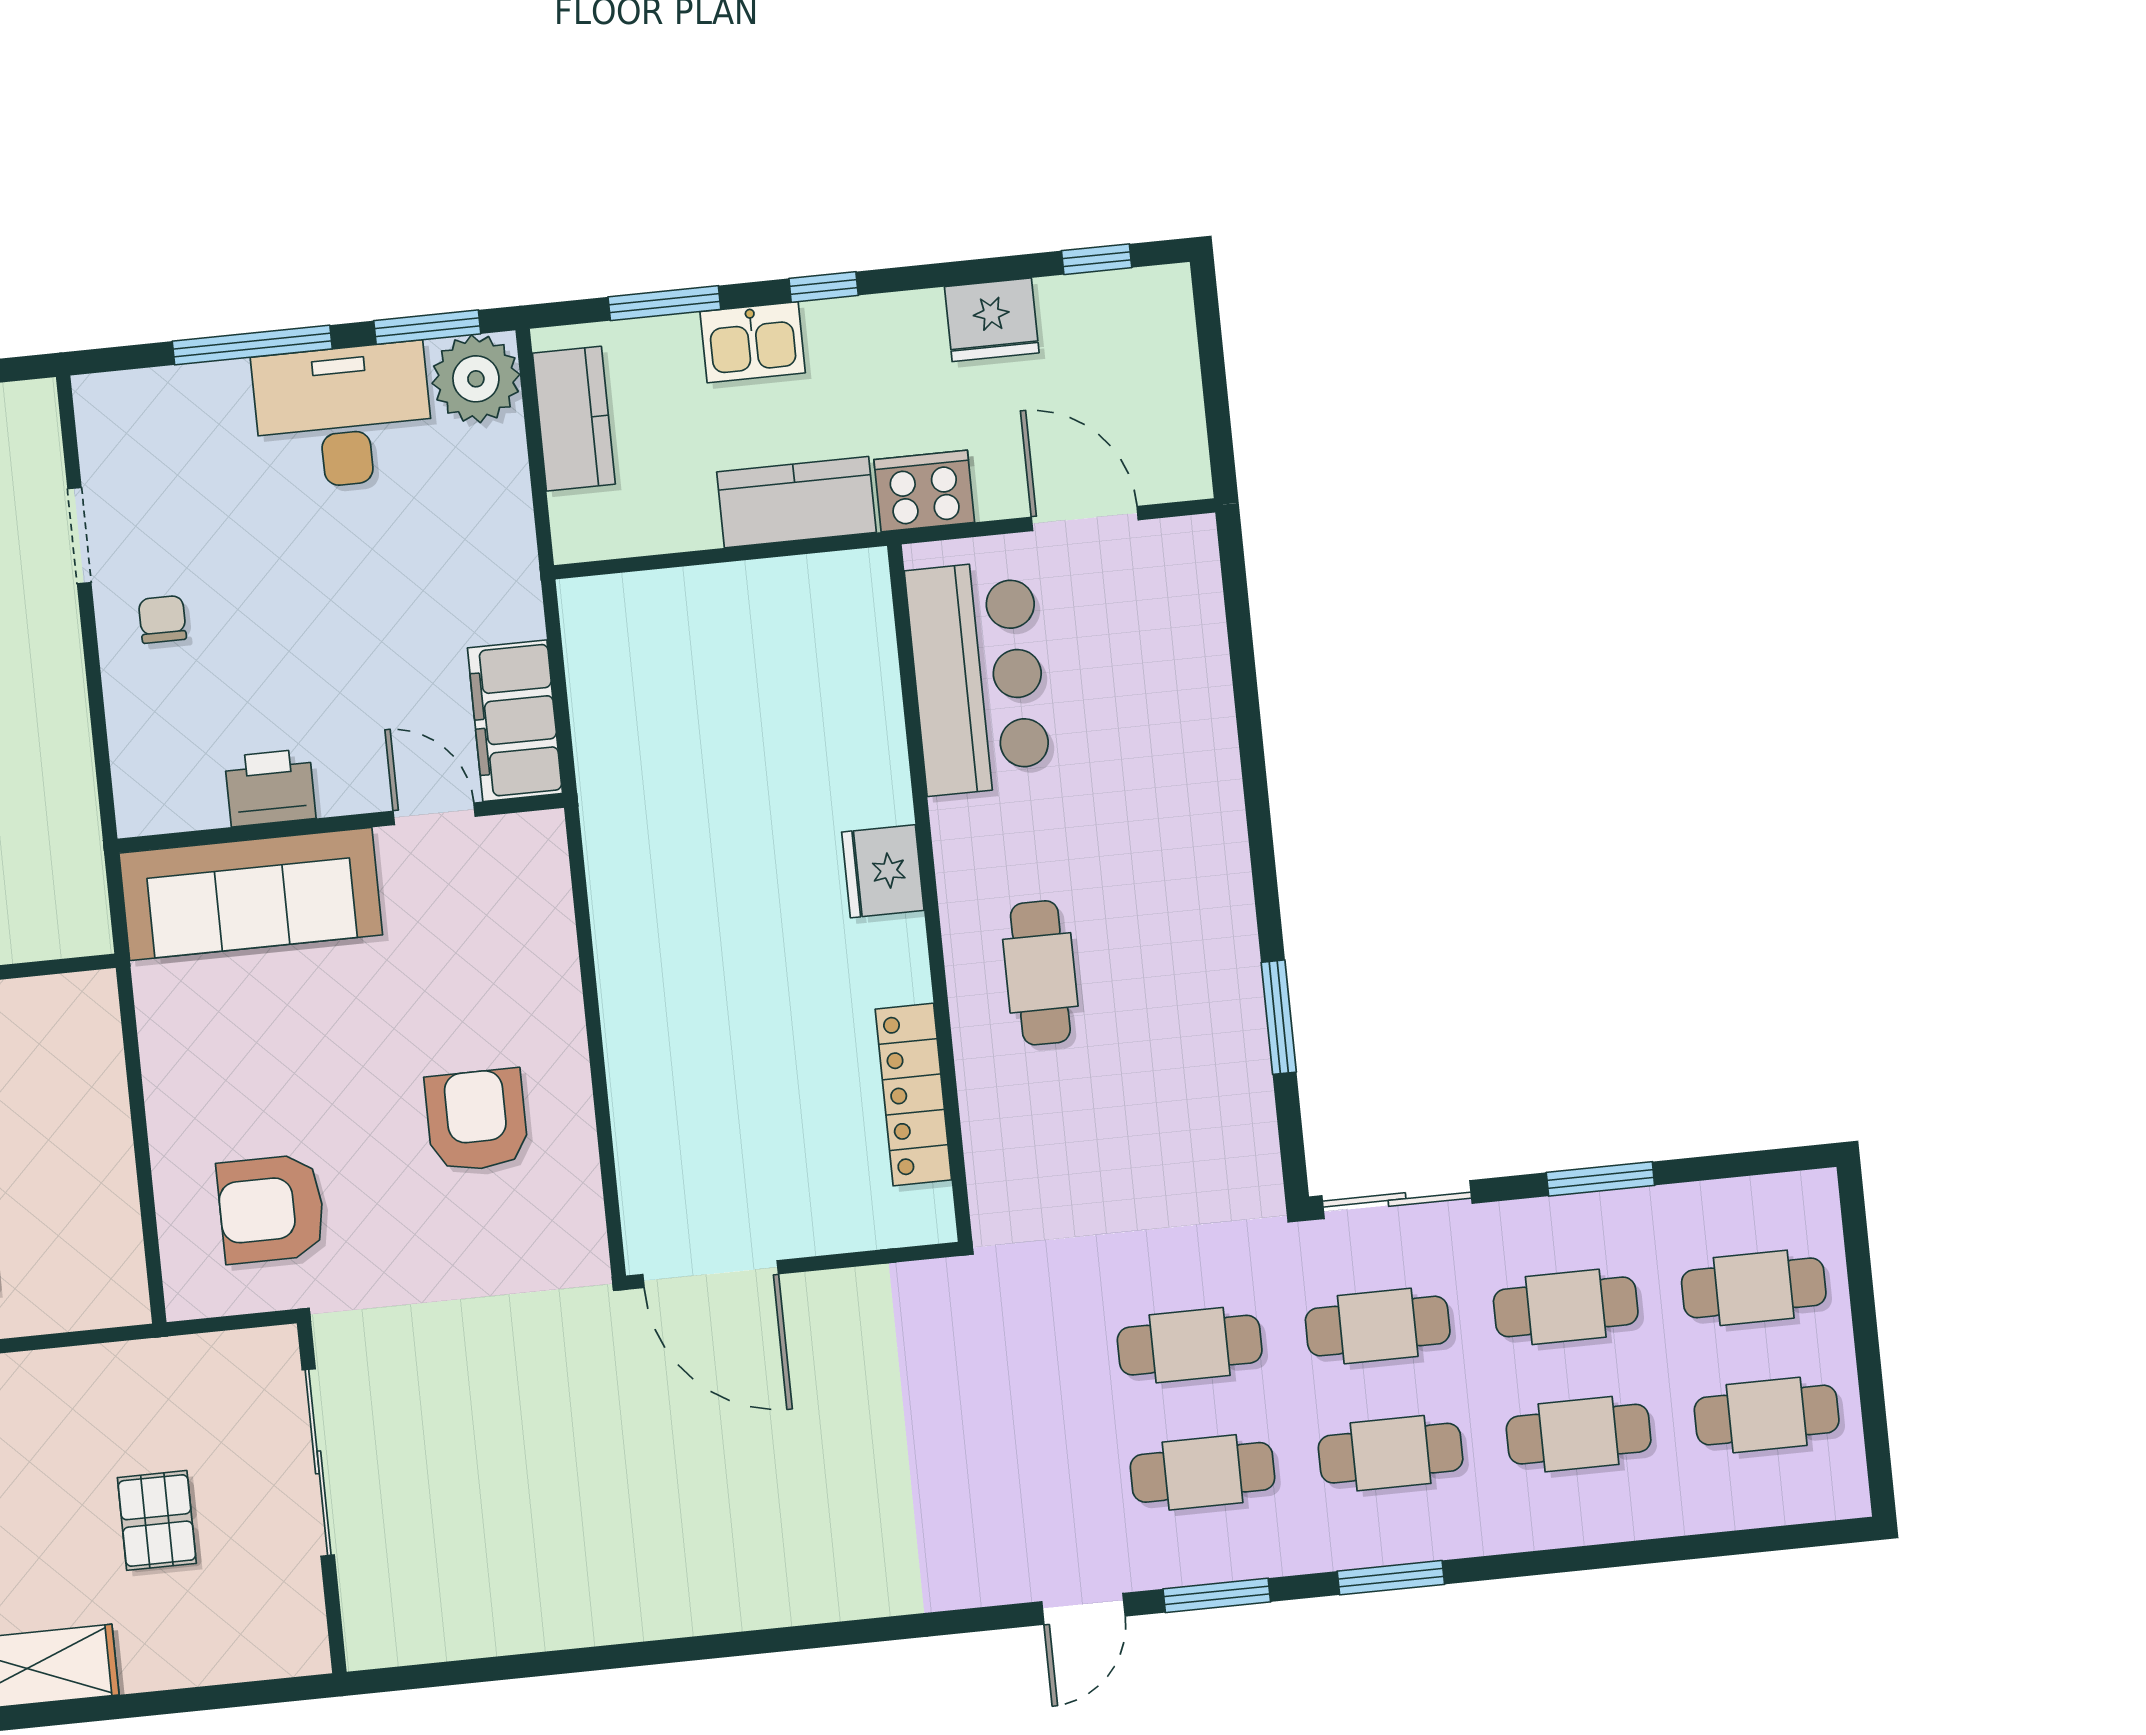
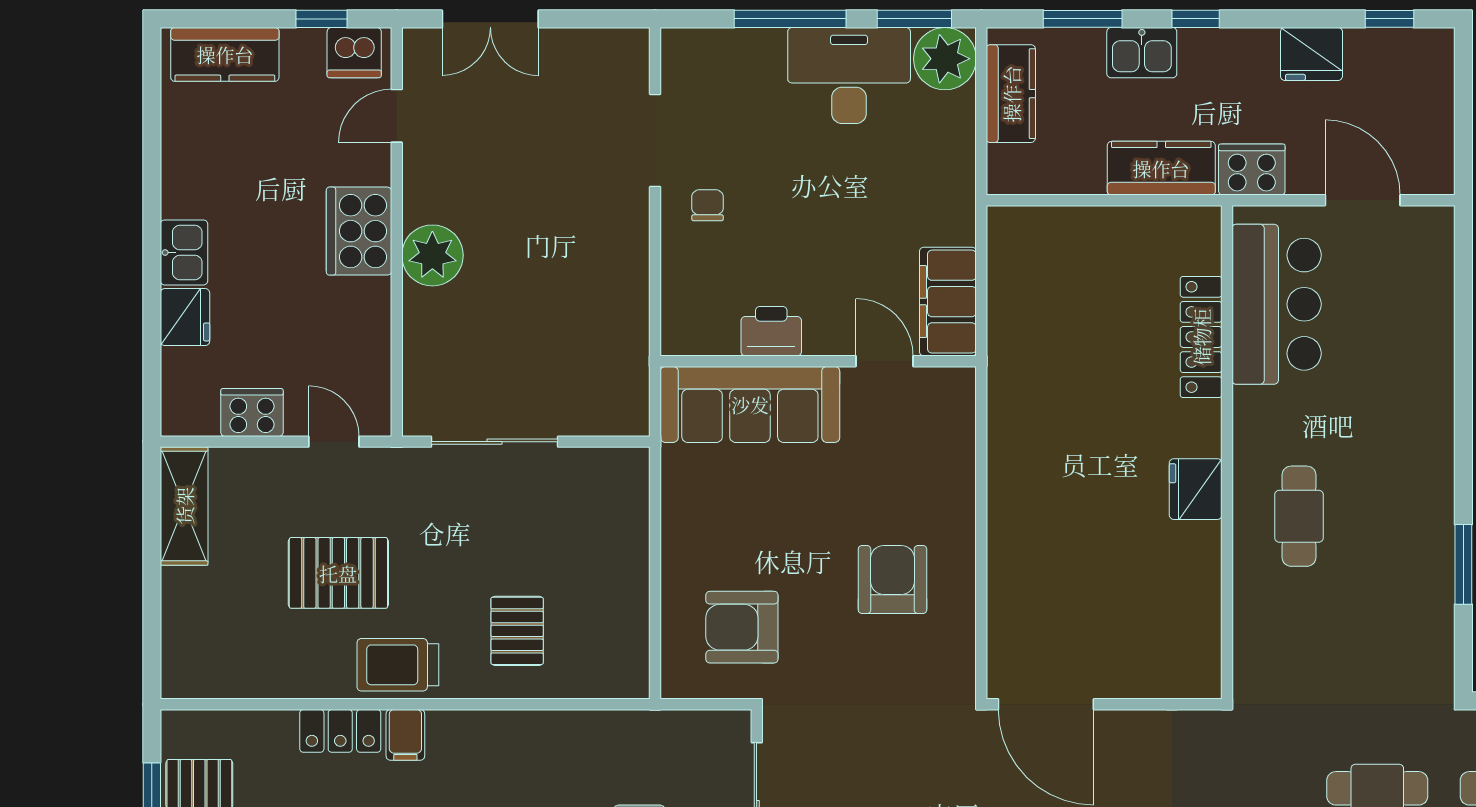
doorway: (79, 536) -> (655, 141), width x1.38
fridge: (883, 871) -> (1196, 489), moved
locker: (913, 1095) -> (1201, 337), moved

